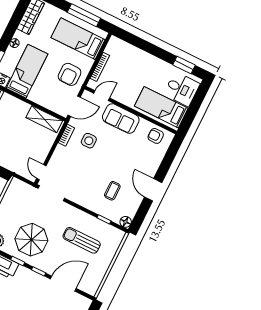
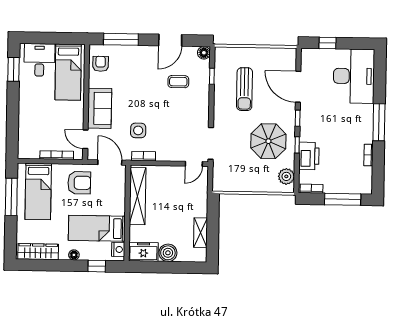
shelving: (44, 119) -> (138, 196), width x1.47
armchair: (156, 136) -> (101, 64), turned 180
window: (167, 161) -> (121, 39), added
door: (153, 190) -> (170, 40), moved

